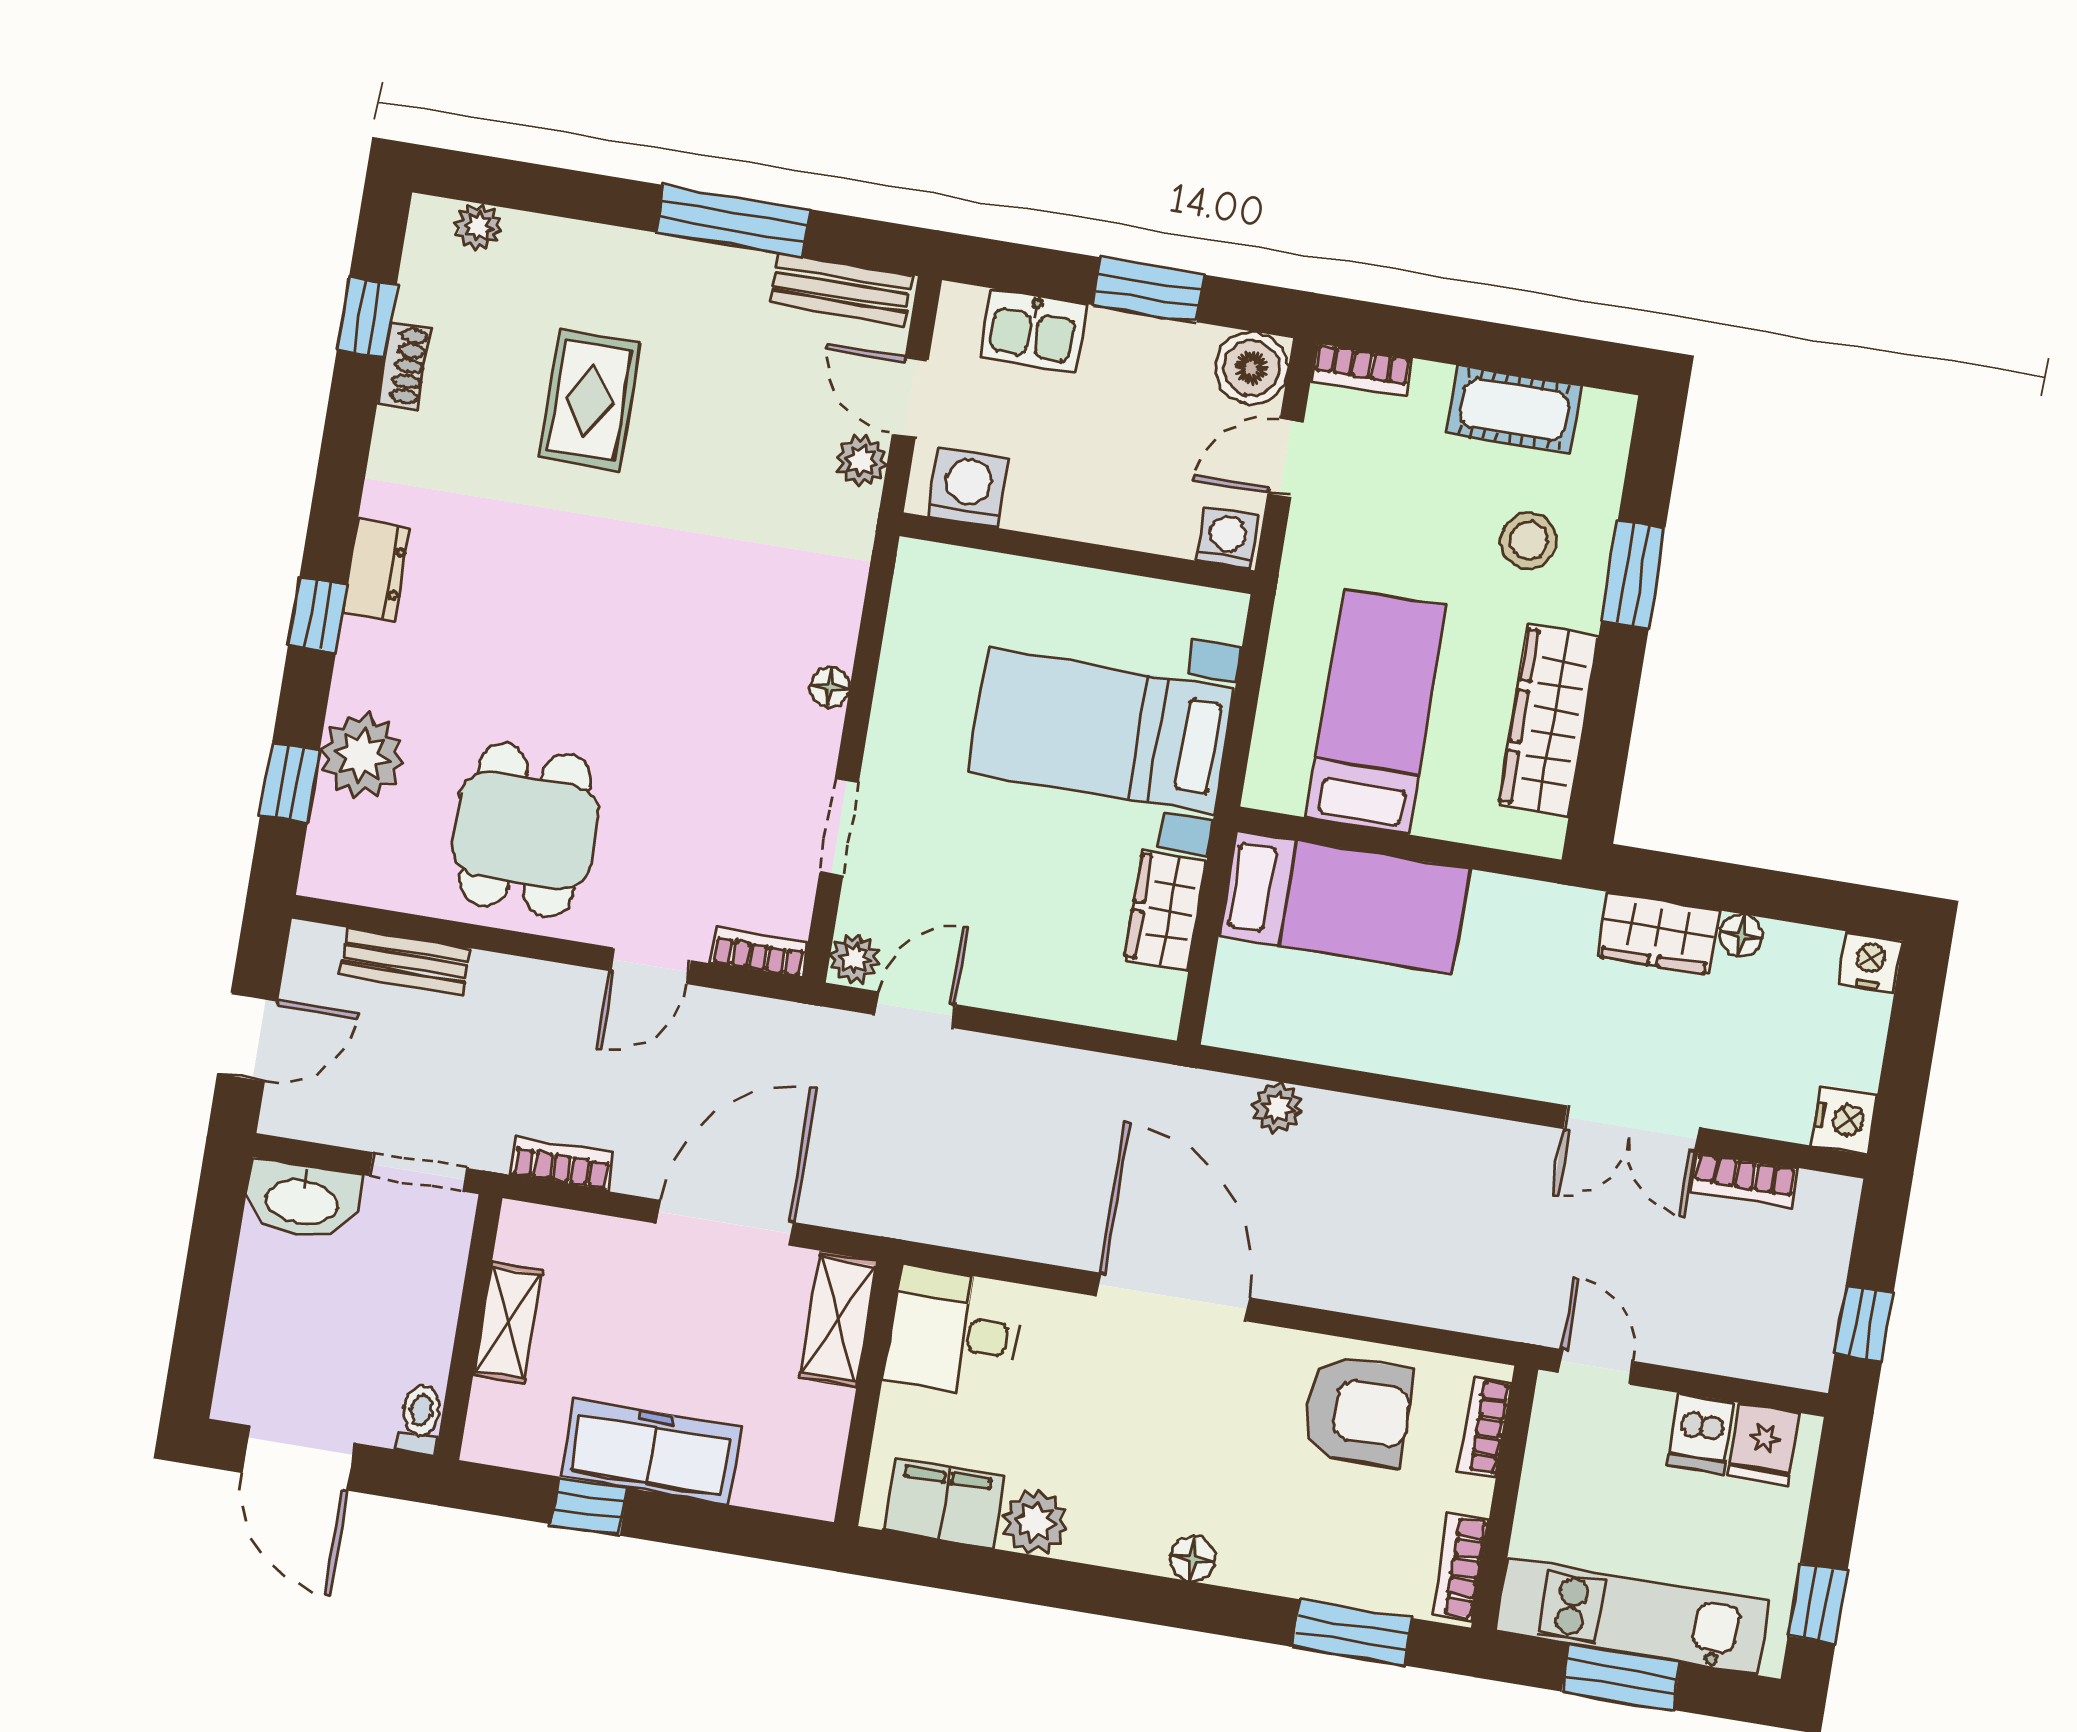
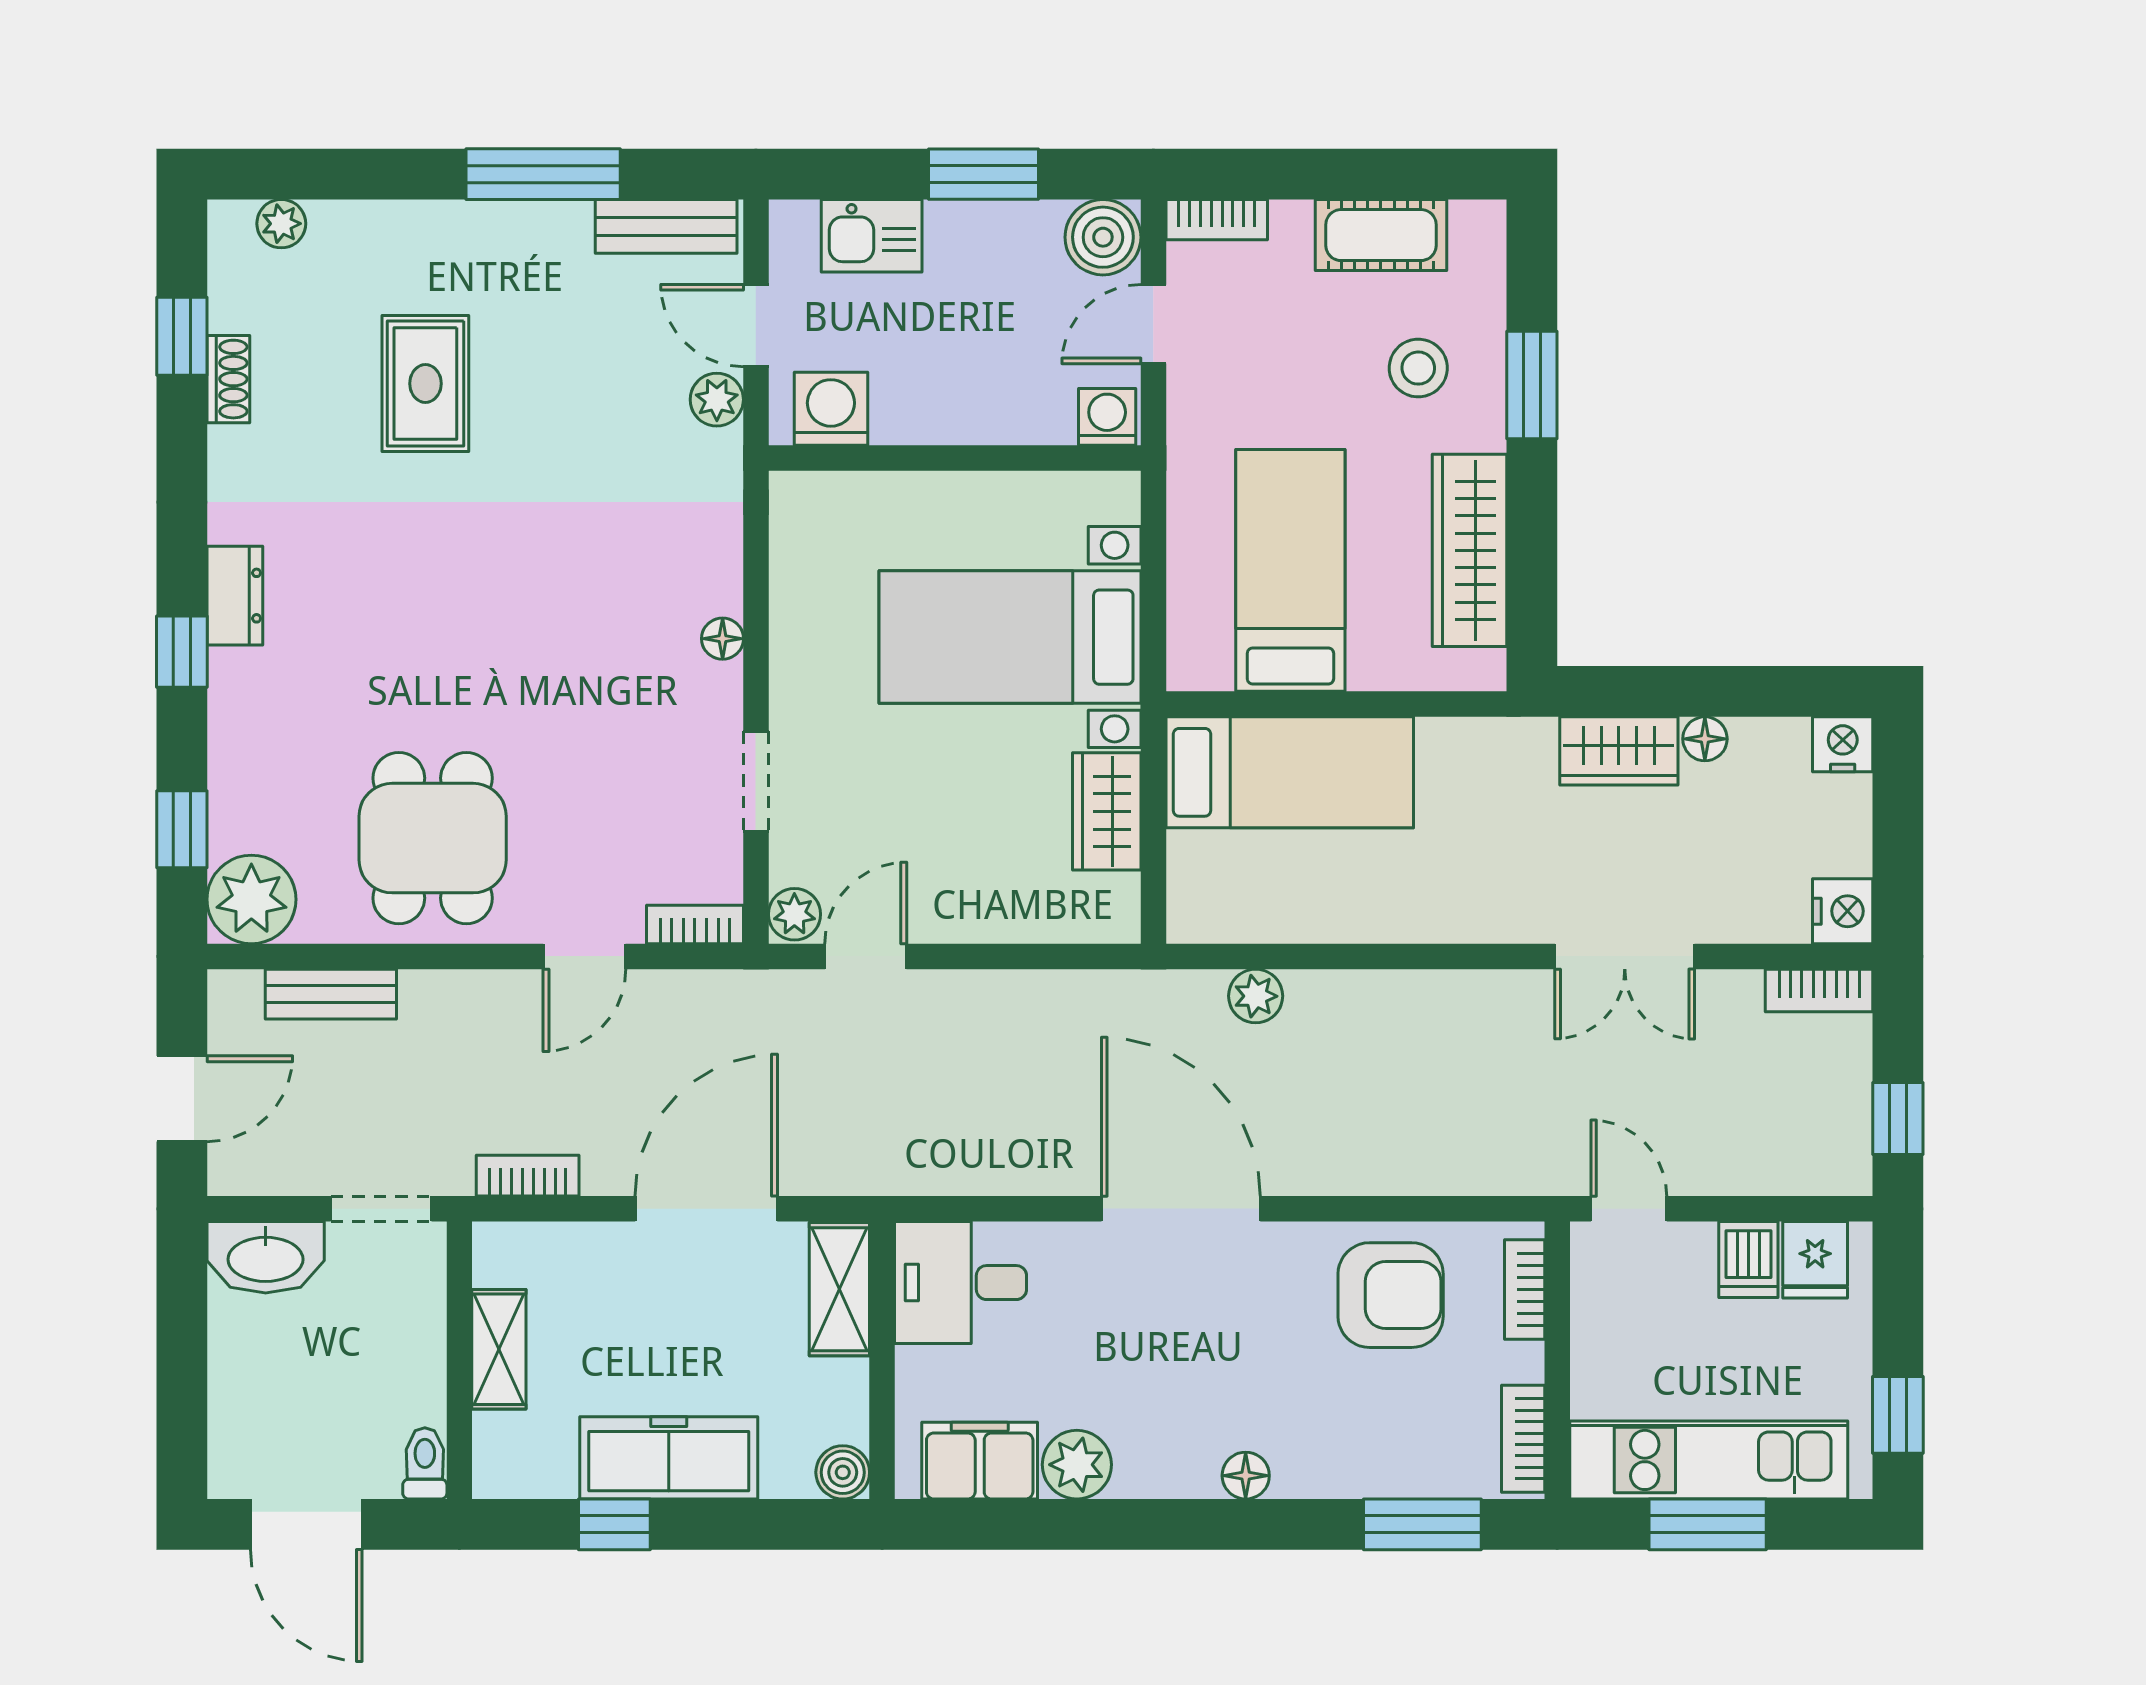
plant: (362, 756) -> (251, 899), moved
bookcase: (1744, 1180) -> (1819, 991), moved
boiler: (813, 1493) -> (843, 1472), added

